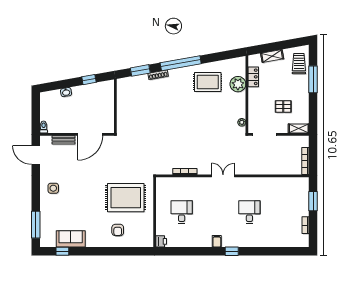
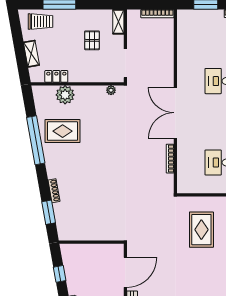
window: (181, 63) -> (36, 140), moved
trolley: (299, 64) -> (40, 22), turned 180
rug: (208, 82) -> (63, 131), turned 90
door: (90, 134) -> (125, 272), hinge flipped
double door: (223, 176) -> (175, 113), width x1.87
rug: (126, 198) -> (201, 230), width x0.73, depth x0.69

